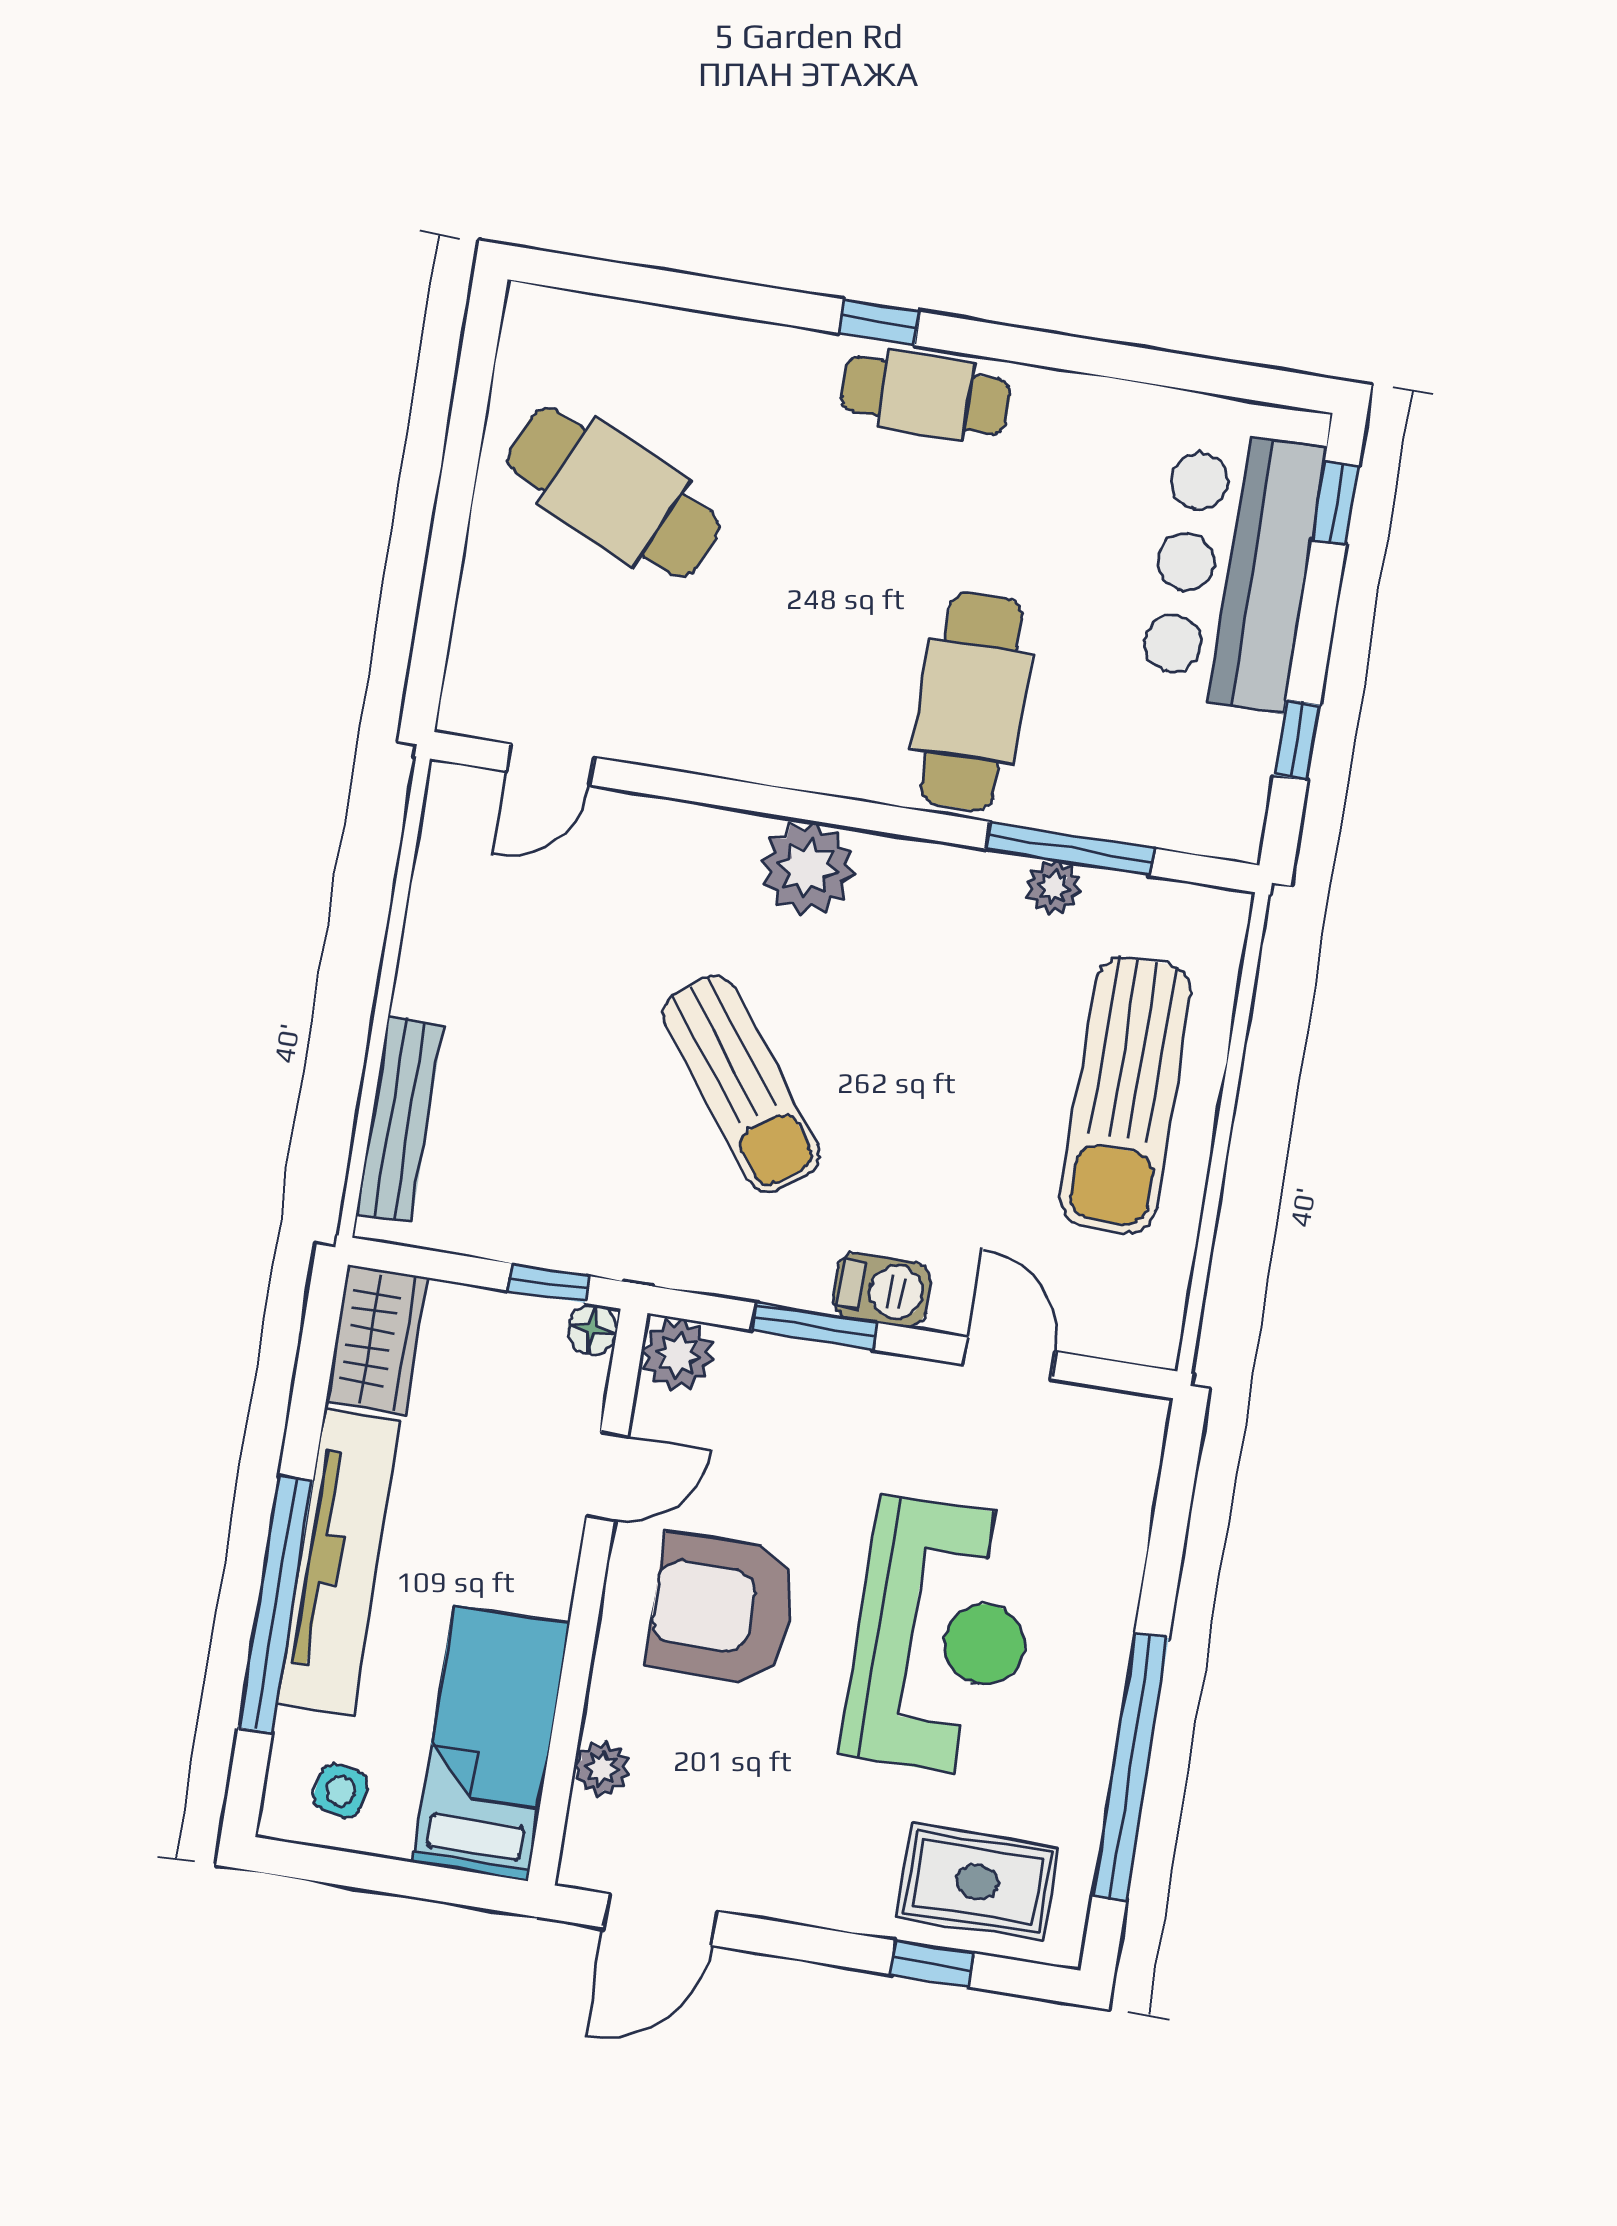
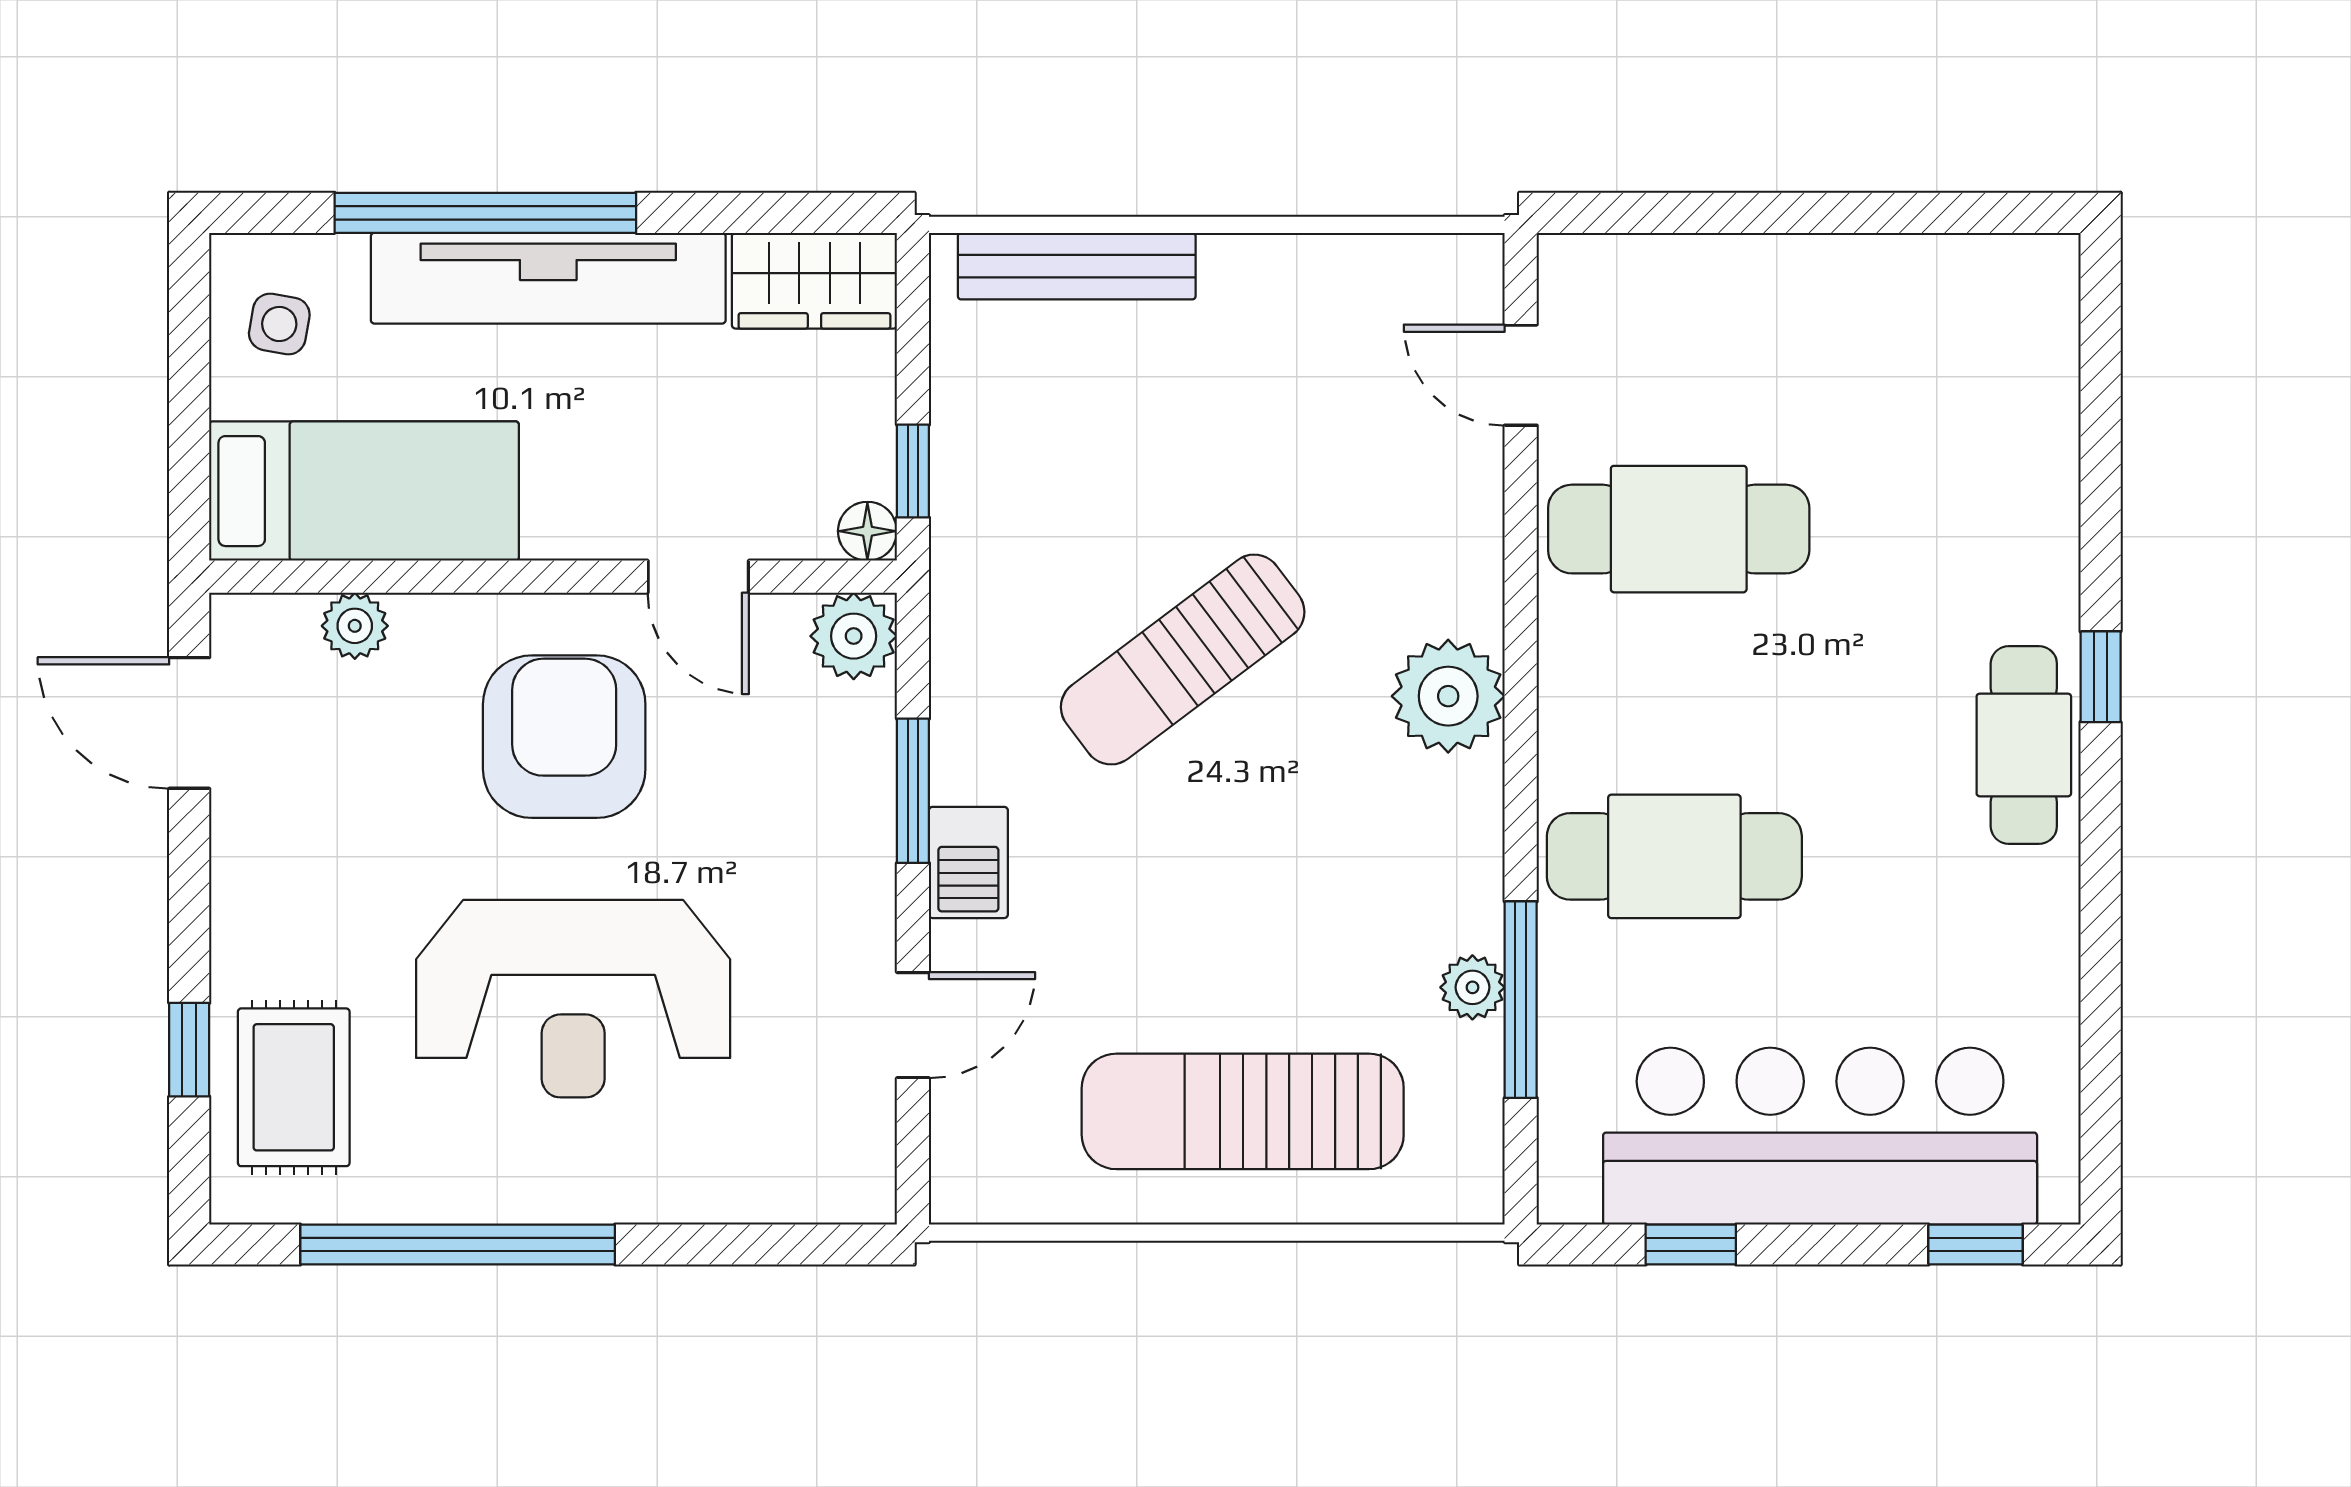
cafe table: (614, 492) -> (1679, 529), moved, turned 66
bar counter: (1232, 570) -> (1820, 1136), width x1.36

